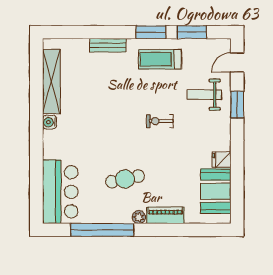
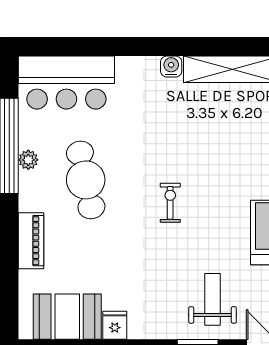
exercise bike: (160, 121) -> (170, 203), moved
cafe table: (125, 179) -> (86, 180), width x1.37, depth x1.35
plant: (139, 217) -> (28, 160), moved

